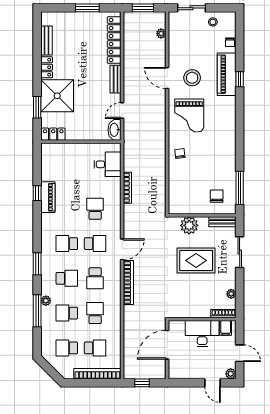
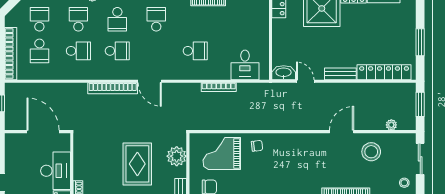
stool: (192, 78) -> (371, 152), moved
grand piano: (189, 116) -> (222, 154), moved
school desk: (95, 244) -> (156, 51), removed
school desk: (95, 278) -> (117, 51), turned 180

